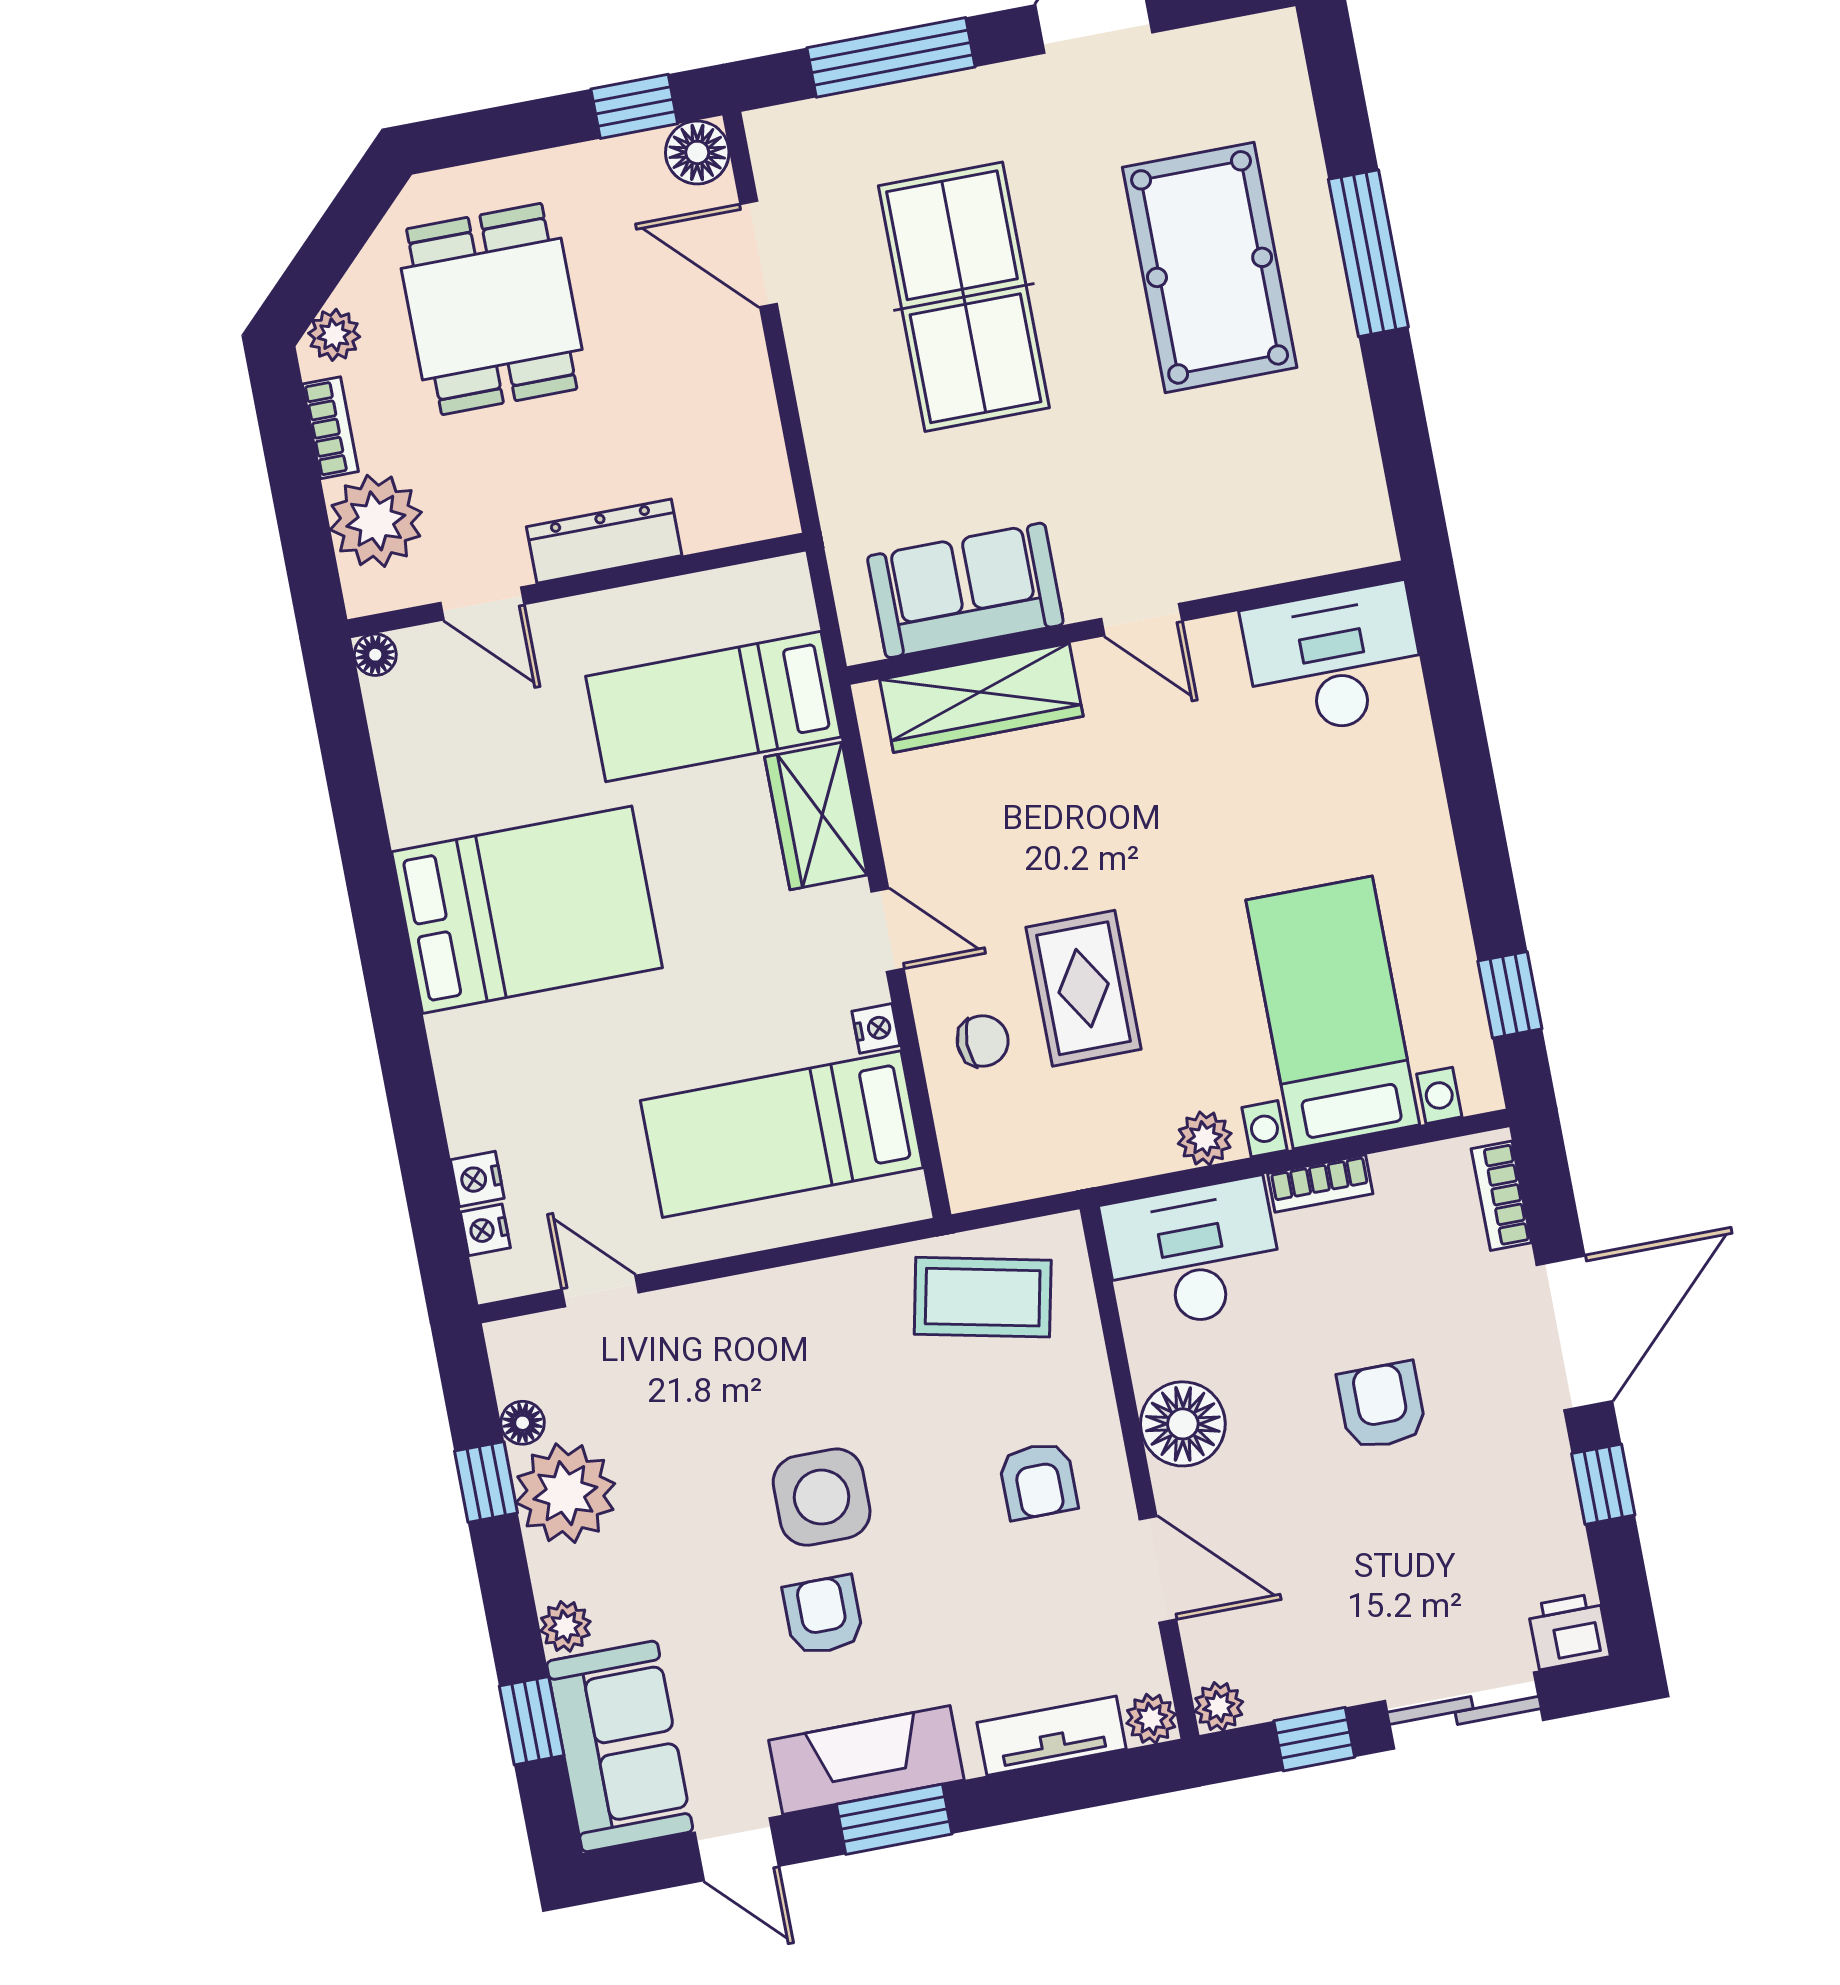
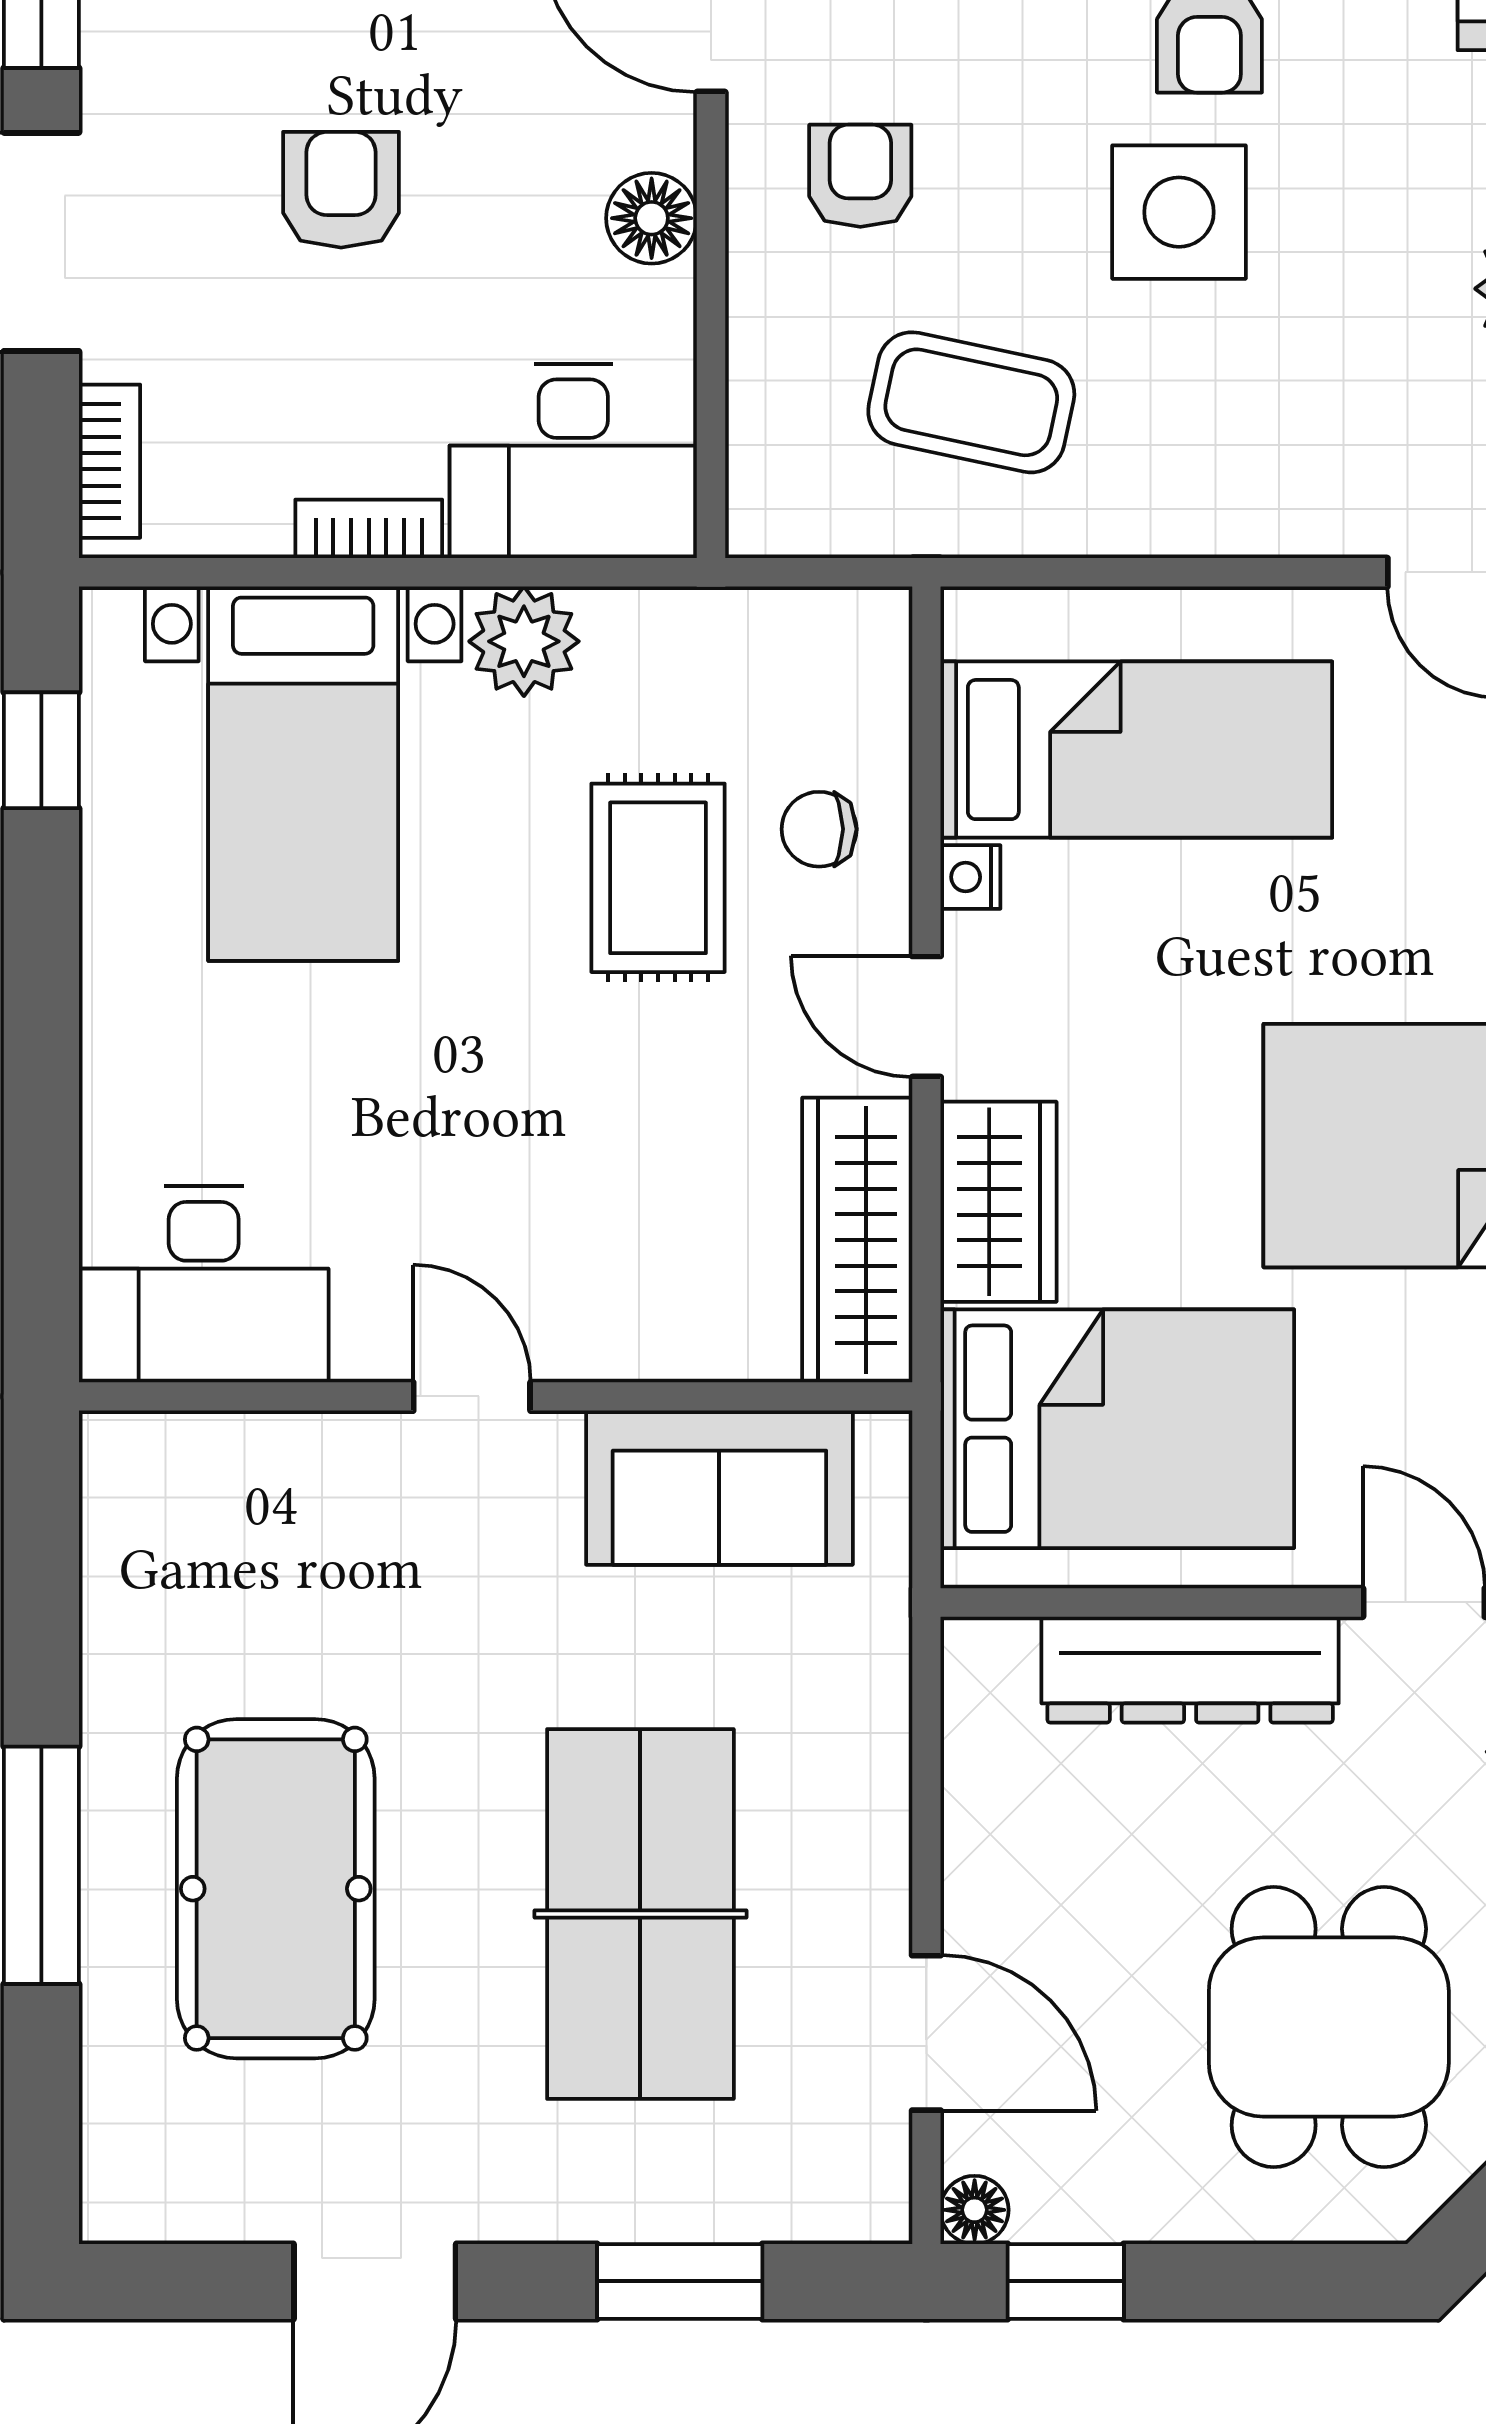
window: (891, 57) -> (680, 2281), width x0.69
floor lamp: (697, 152) -> (975, 2210), width x0.73, depth x0.73
dresser: (604, 541) -> (1190, 1670), width x1.37, depth x1.24
wardrobe: (981, 698) -> (857, 1240), moved, turned -90
bed: (713, 707) -> (1117, 1429), width x1.50
plant: (1205, 1138) -> (524, 641), width x1.38, depth x1.38
coffee table: (983, 1297) -> (971, 402), moved
armchair: (1382, 1406) -> (341, 190), turned 180
floor lamp: (1183, 1424) -> (652, 218), width x0.73, depth x0.73

